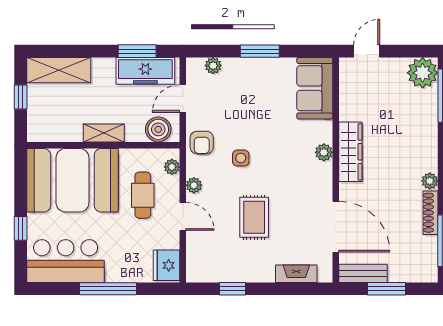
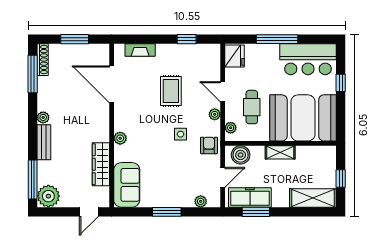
wardrobe: (350, 152) -> (101, 164), moved
shoe rack: (430, 213) -> (43, 60), moved
bench: (363, 273) -> (44, 142), moved, turned 90

